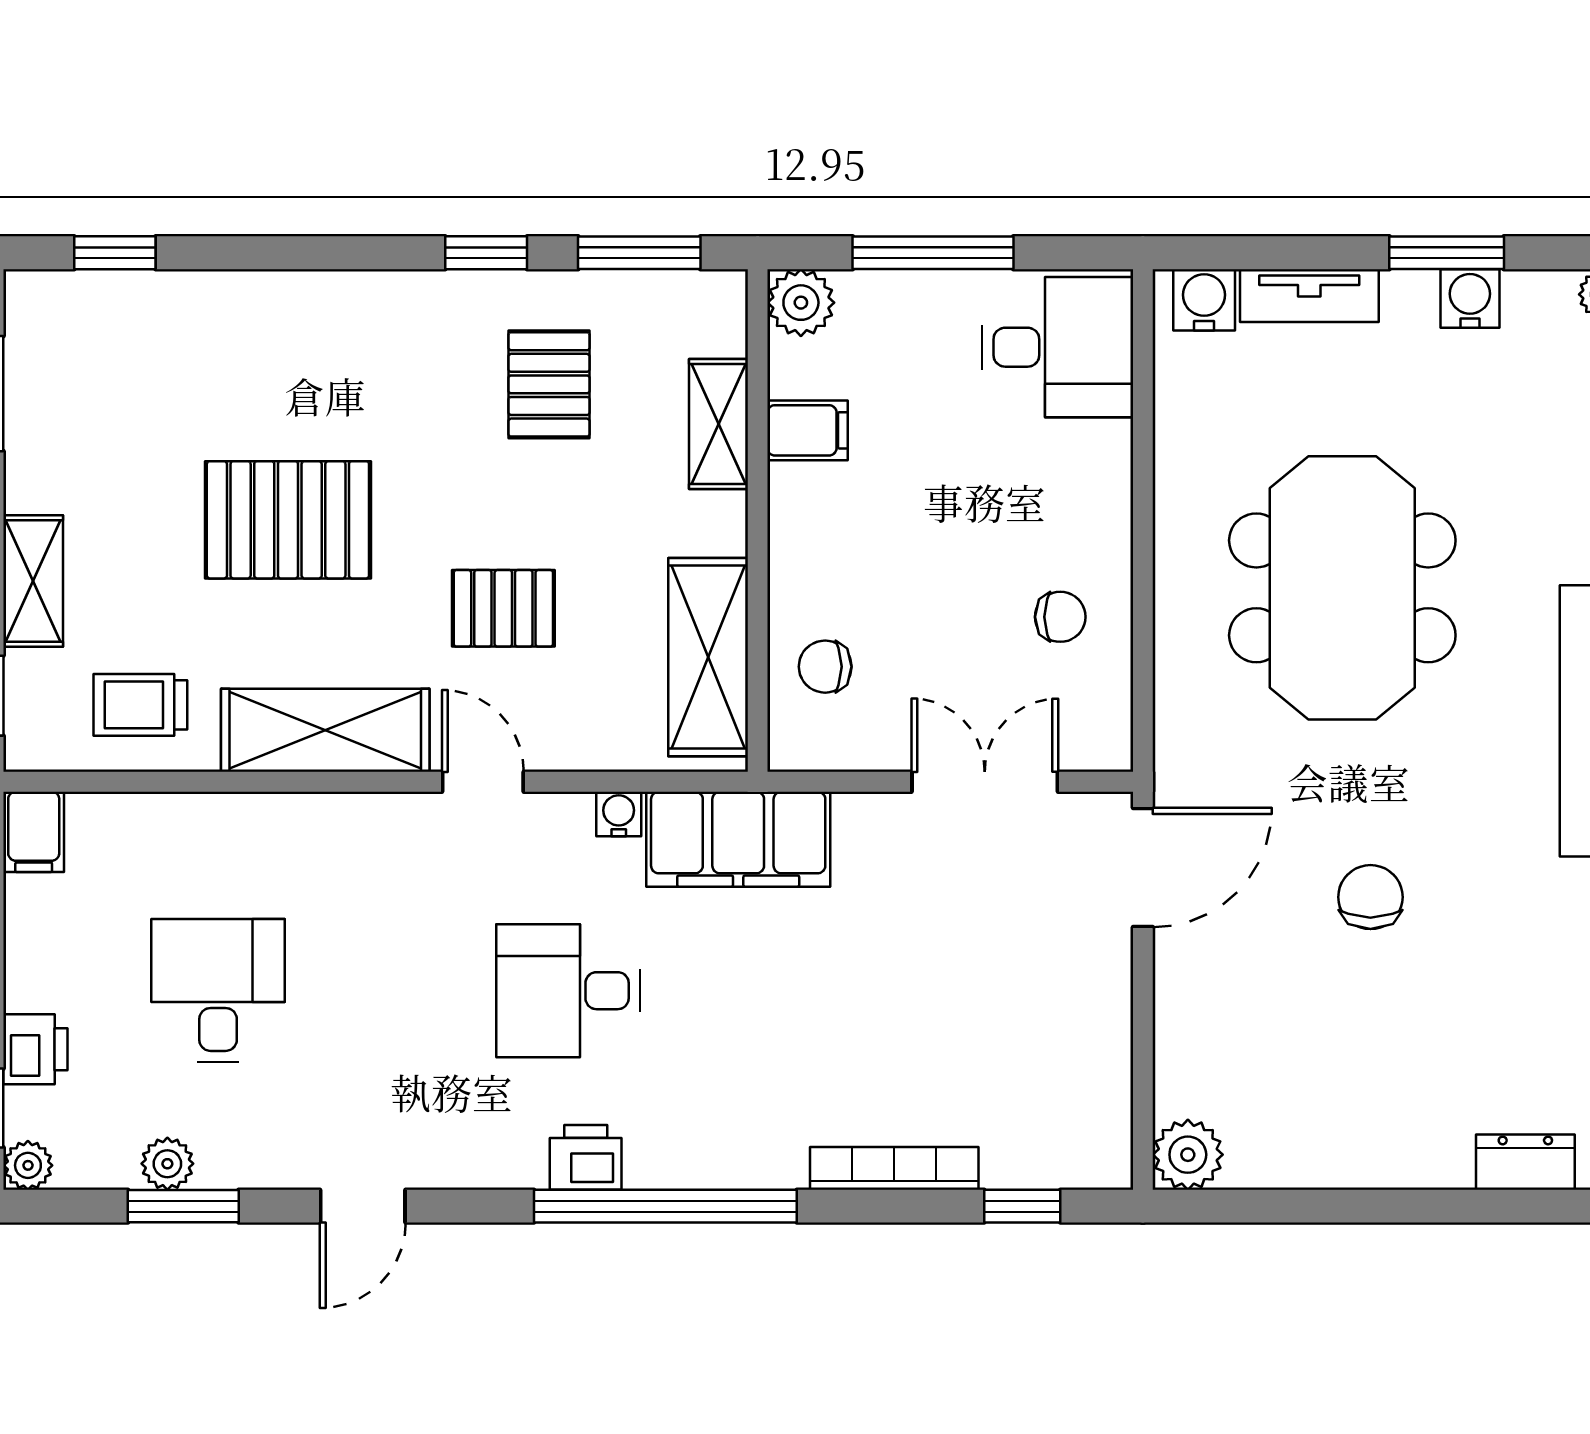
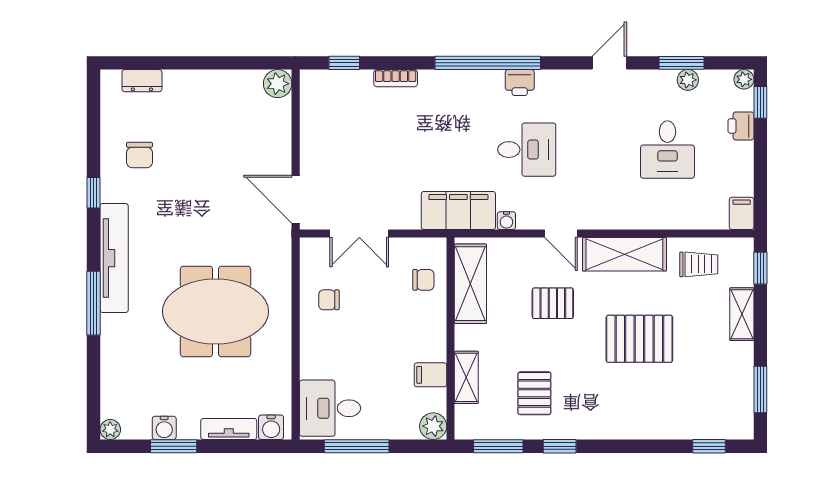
window: (933, 253) -> (357, 446), moved
meeting table: (1342, 588) -> (216, 311), turned 90
door: (1143, 868) -> (296, 199), hinge flipped
chair: (1370, 897) -> (139, 155), moved
bookcase: (894, 1168) -> (396, 78), width x0.64

